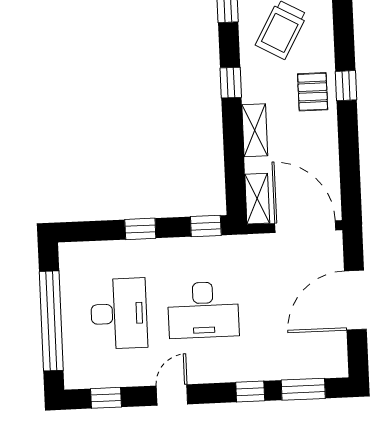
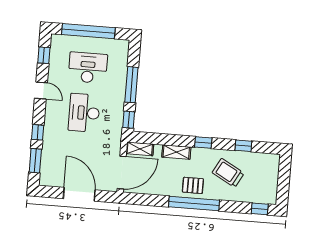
window: (346, 86) -> (194, 204), width x3.17
window: (140, 229) -> (131, 85), width x2.17
desk: (119, 314) -> (88, 68), turned 180

